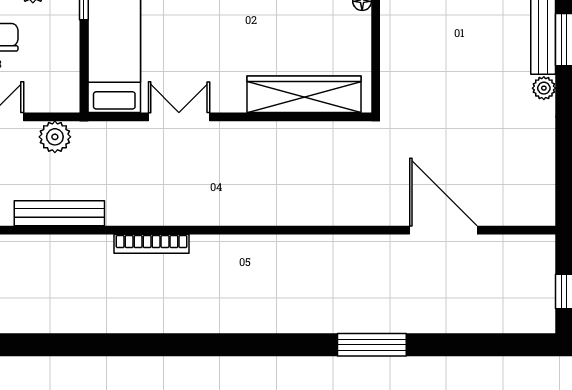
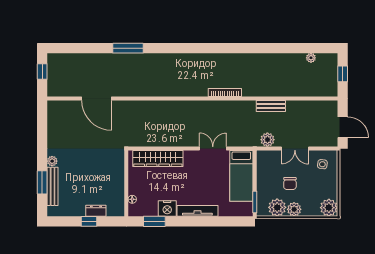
double door: (179, 117) -> (213, 148), swing flipped
bench: (59, 213) -> (271, 106), width x0.73

